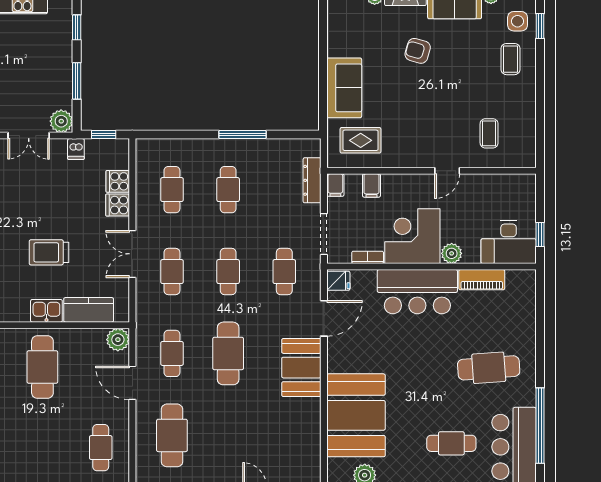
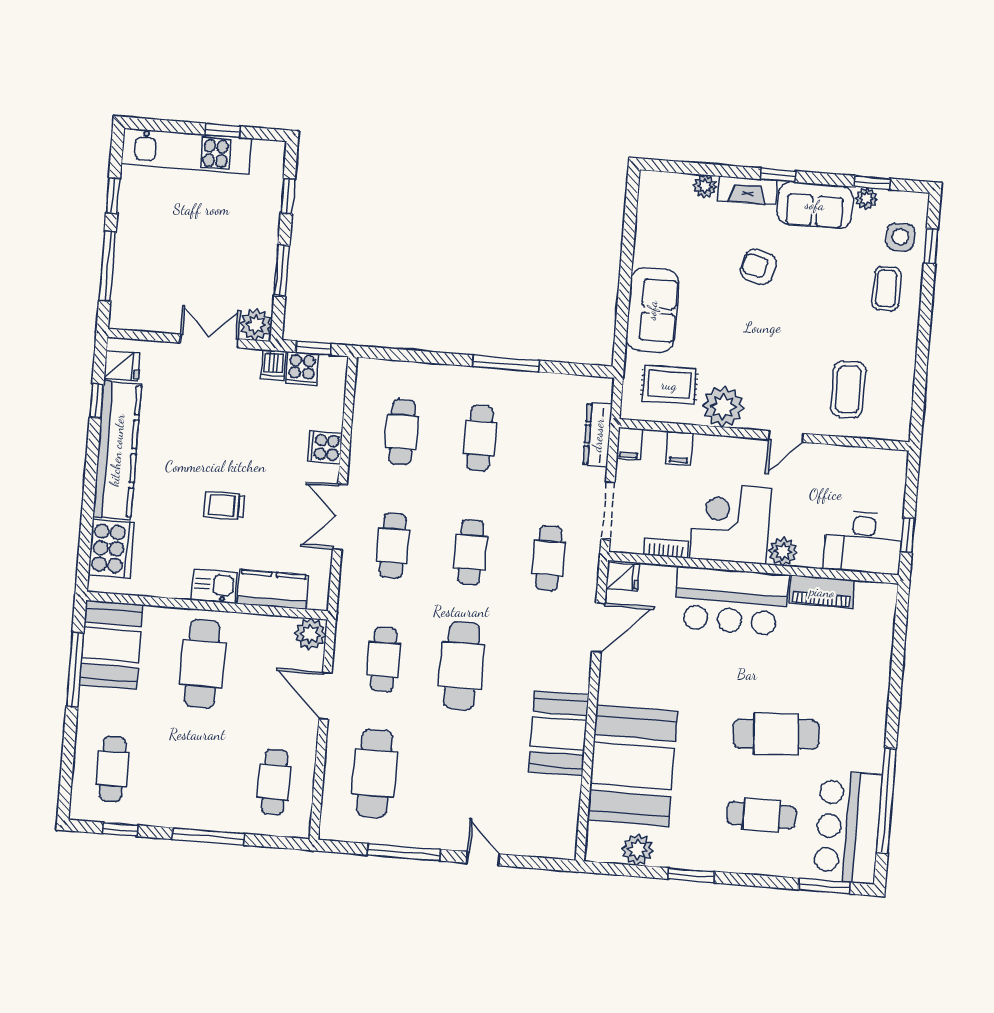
coffee table: (489, 133) -> (848, 389), width x1.36, depth x1.30
double door: (29, 136) -> (209, 341), swing flipped
plant: (400, 153) -> (723, 407), added
cooker: (118, 181) -> (302, 369), moved, turned -90
trolley: (49, 252) -> (224, 505), width x0.73, depth x0.72
booth: (301, 368) -> (559, 733), moved
cafe table: (489, 368) -> (776, 734), moved

